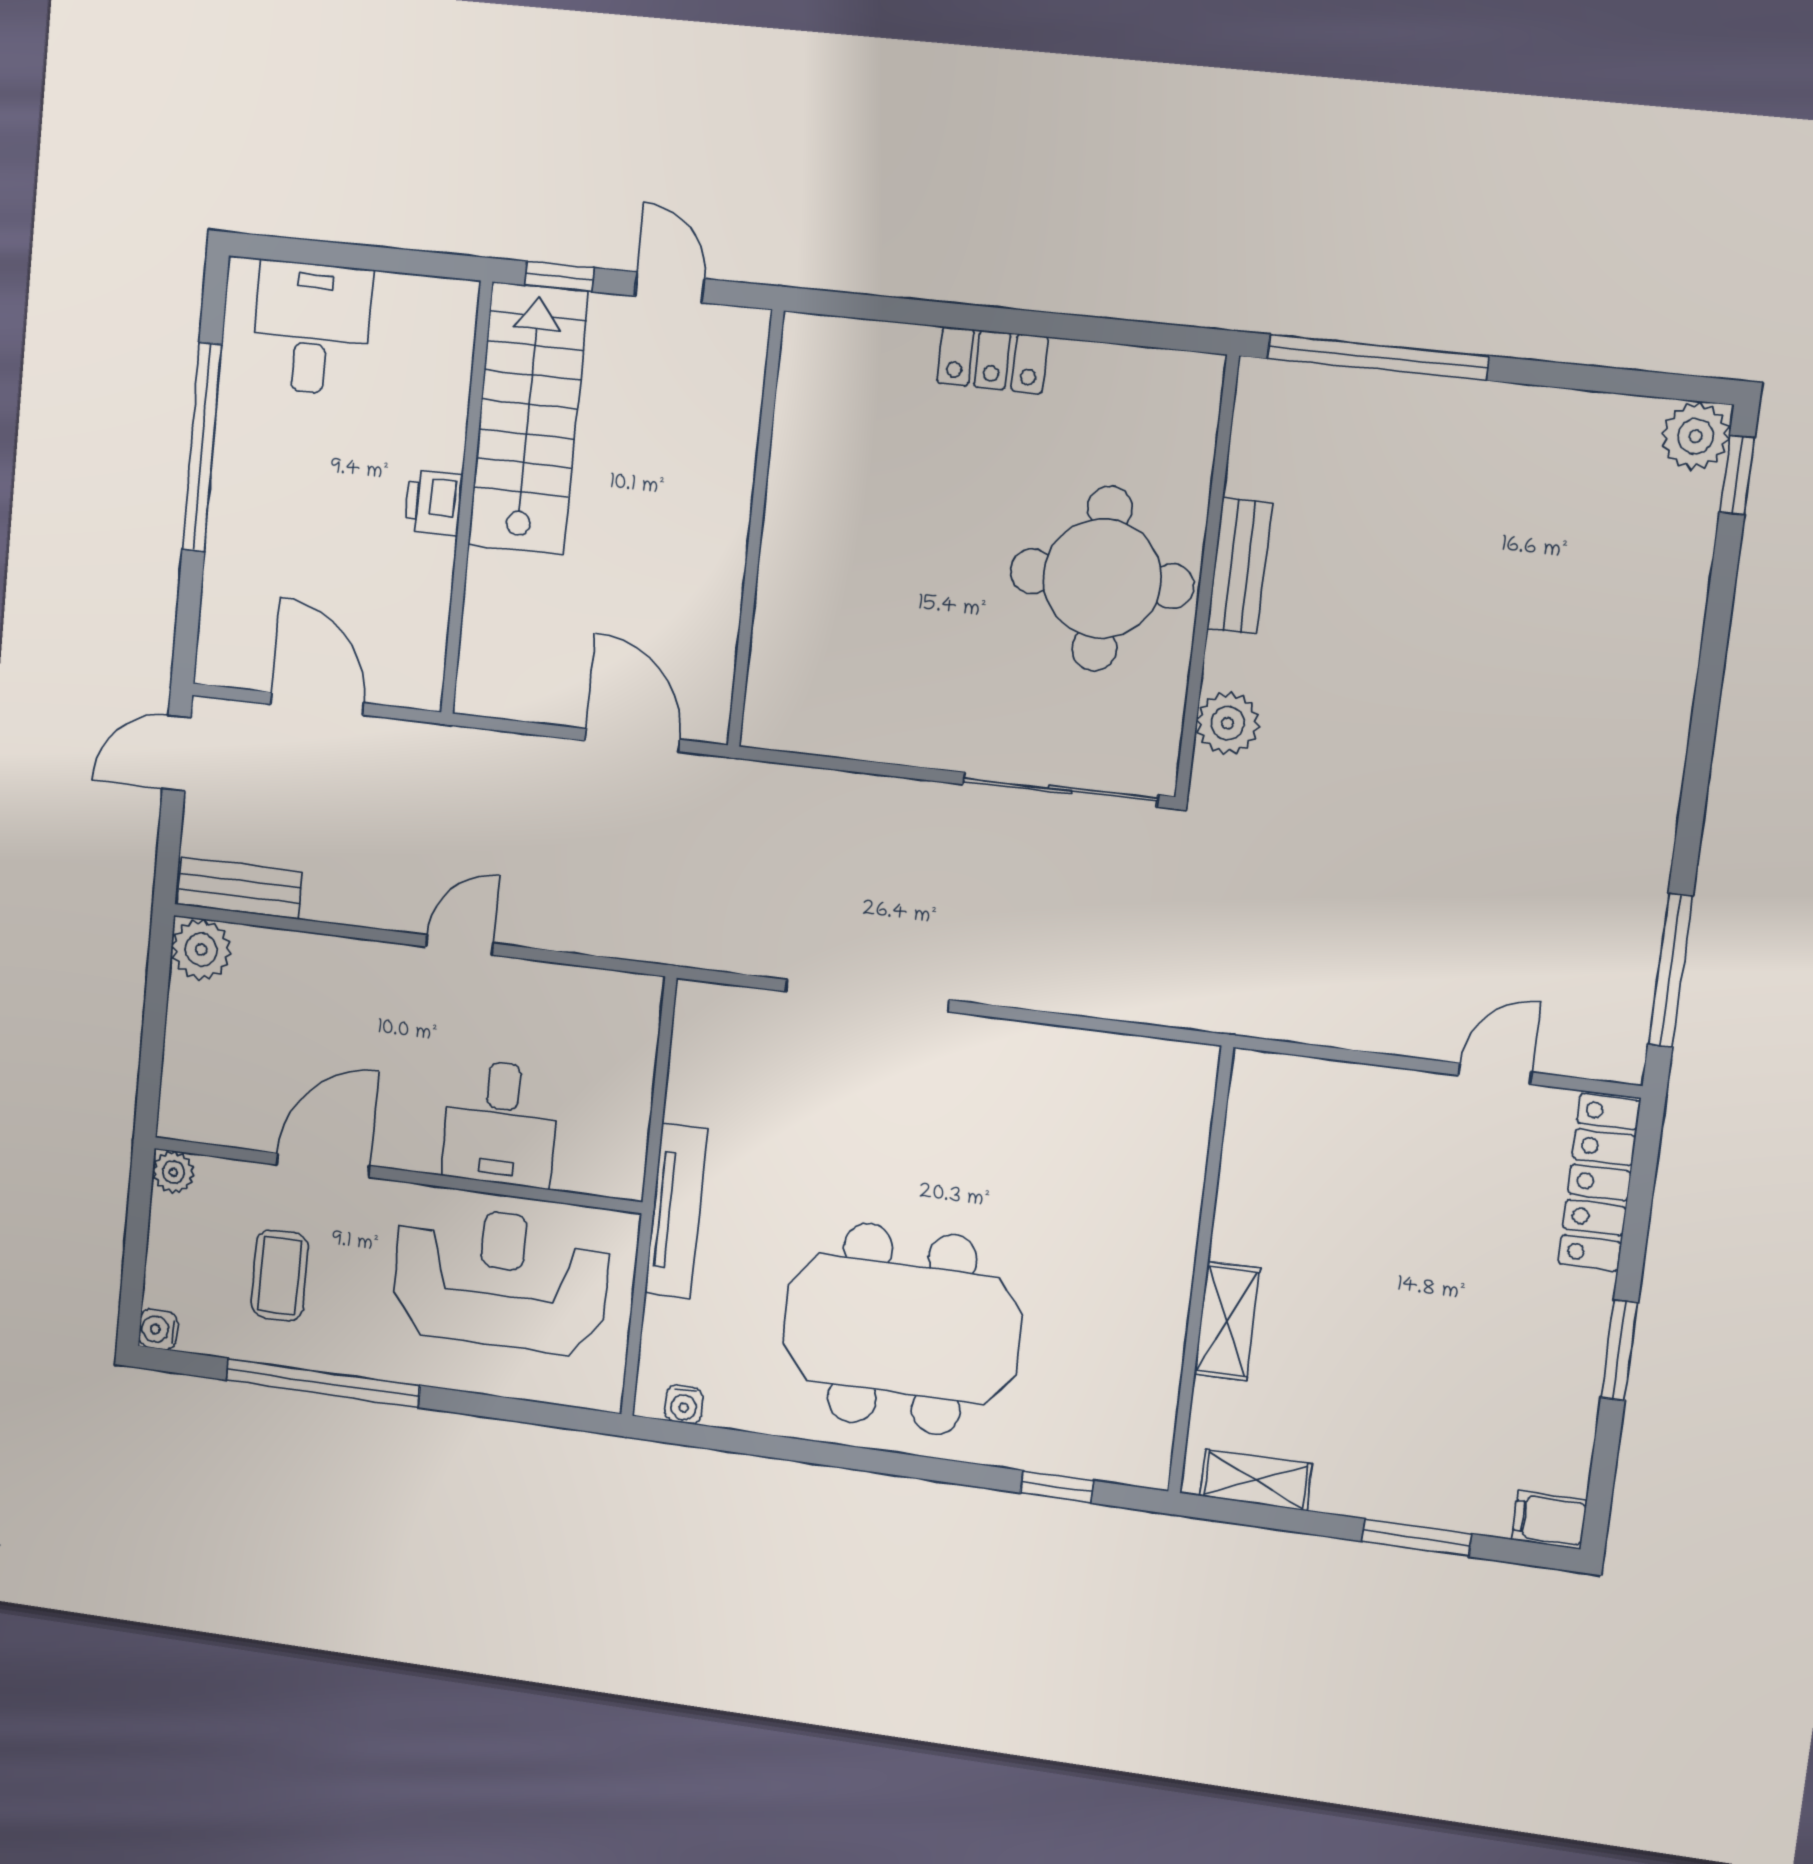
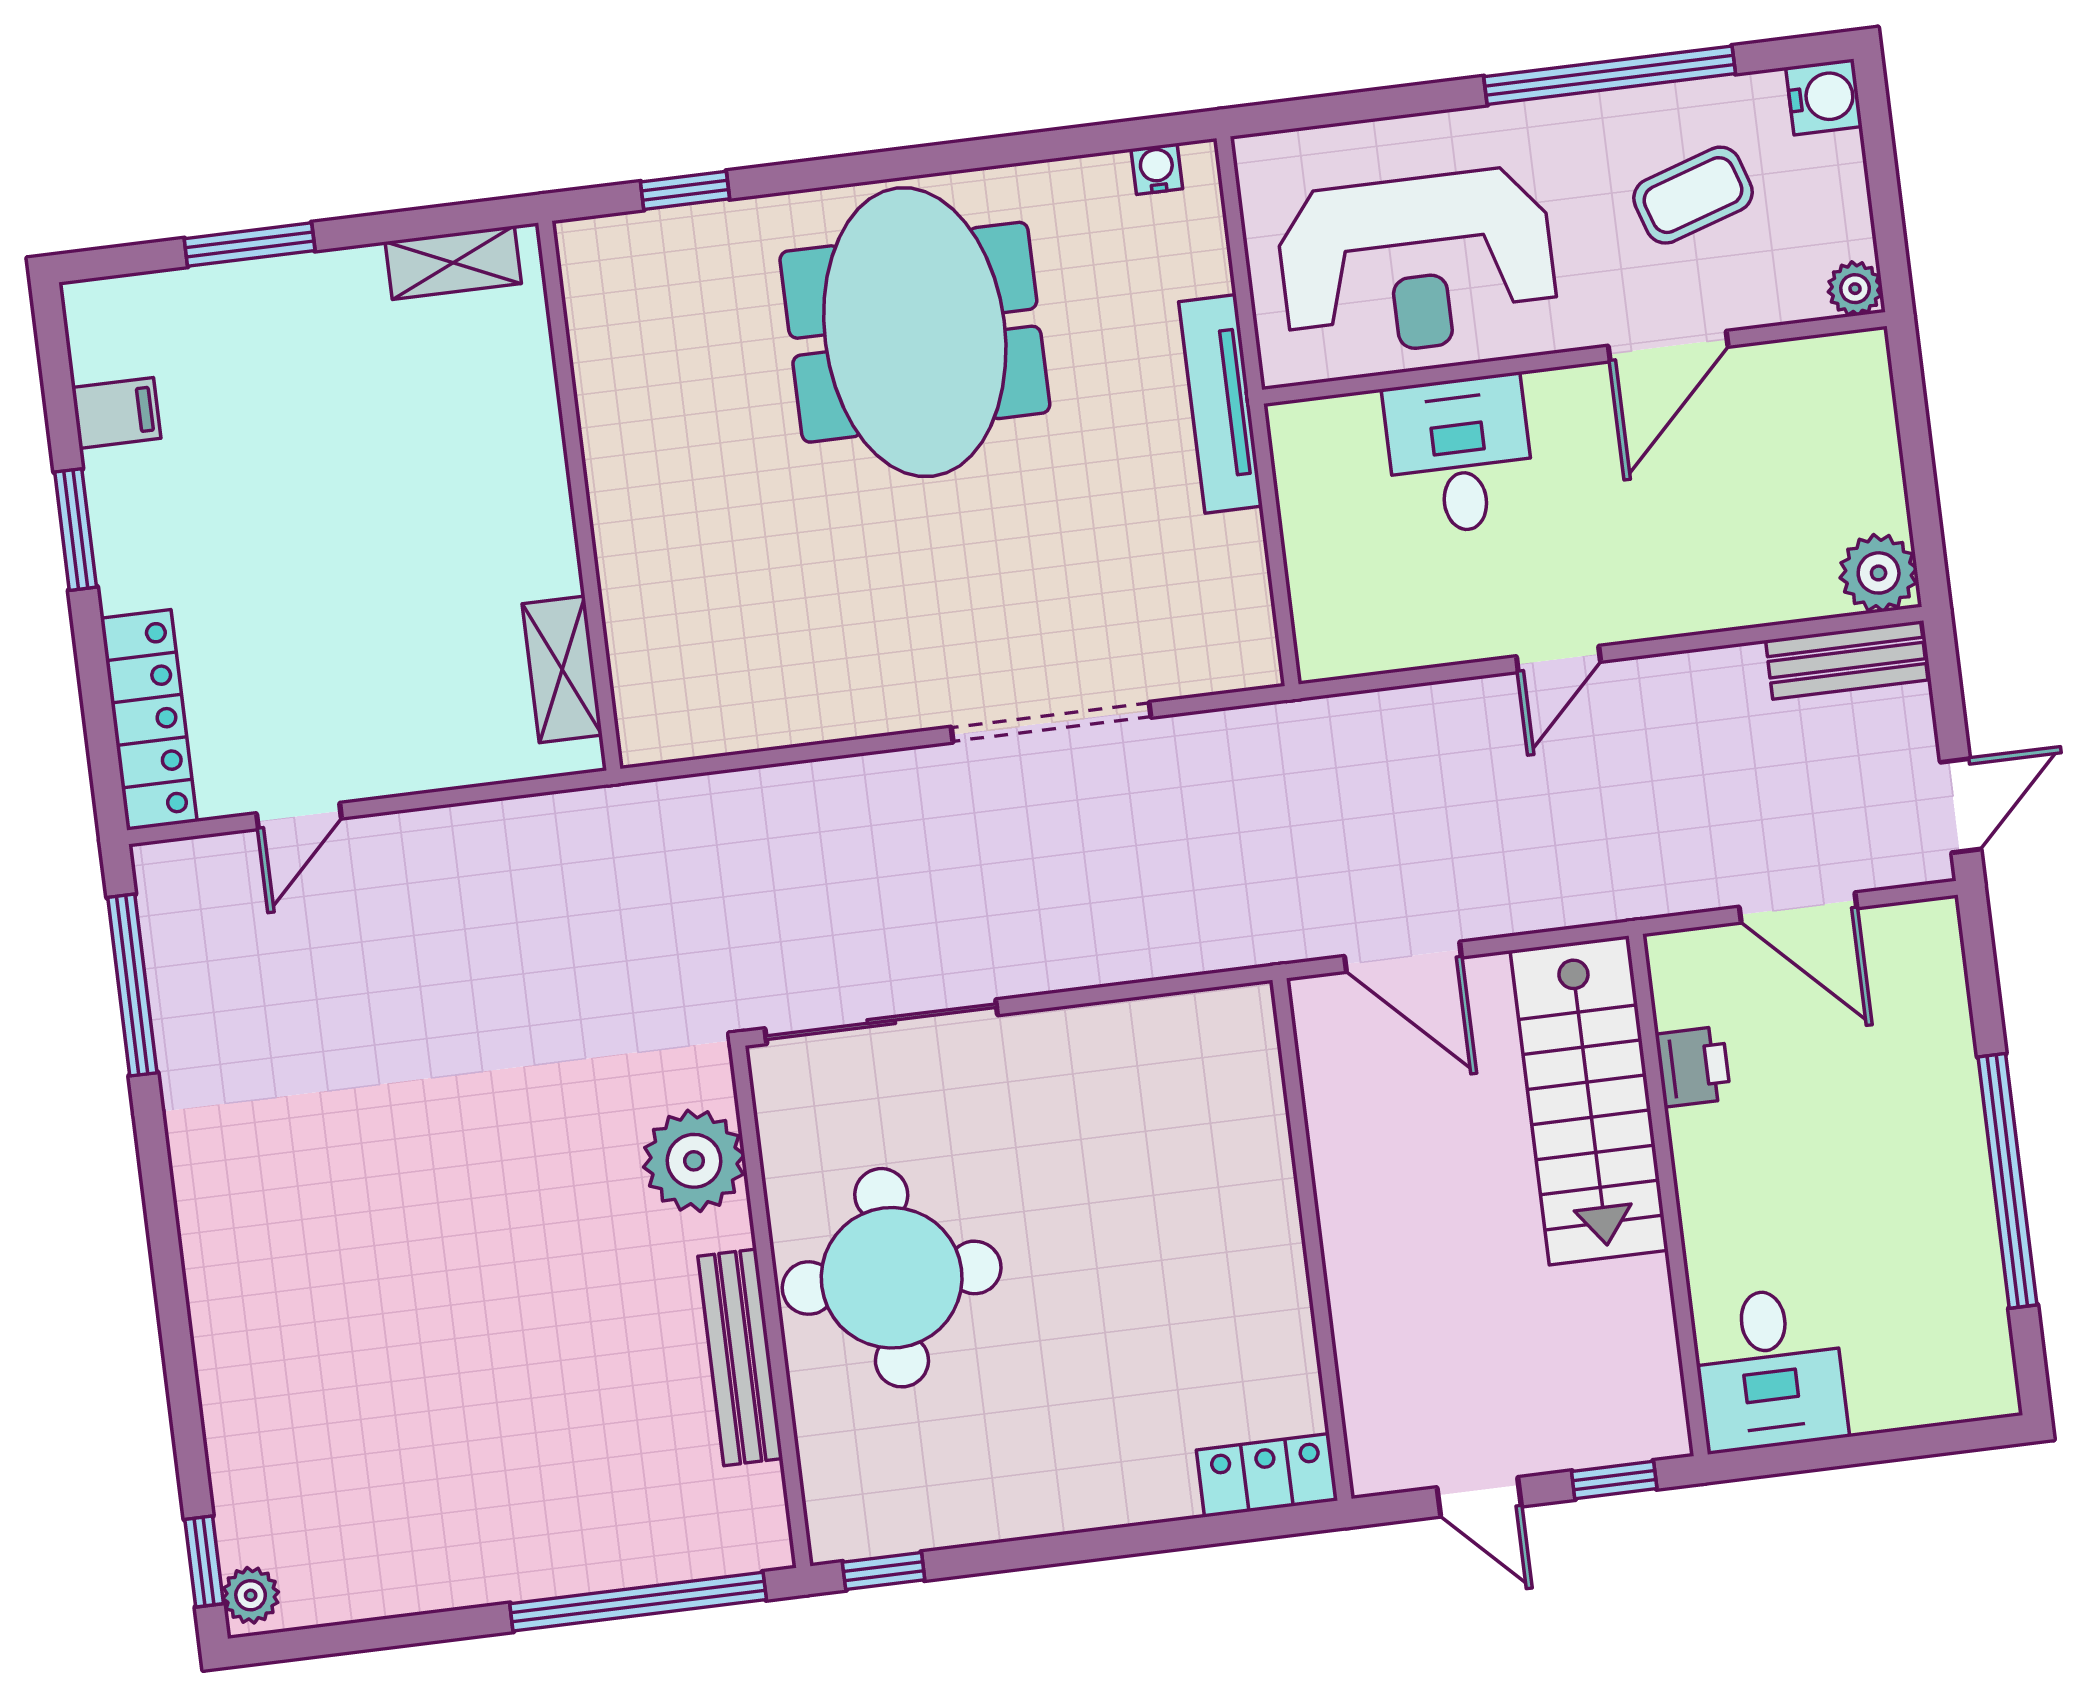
desk: (312, 328) -> (1769, 1369), moved
window: (1167, 336) -> (884, 1571), added
locker: (993, 360) -> (1267, 1475), moved
stairs: (528, 418) -> (1589, 1100), moved
plant: (1696, 436) -> (251, 1595), width x0.73, depth x0.73
printer: (434, 503) -> (1693, 1067), moved
bench: (1239, 566) -> (740, 1357), width x1.36
plant: (1228, 723) -> (694, 1161), width x1.36, depth x1.36
coffee table: (280, 1275) -> (1693, 195), turned 72
shelving: (1227, 1321) -> (562, 669), moved
water cooler: (158, 1329) -> (1824, 97), width x1.38, depth x1.38
meeting table: (902, 1329) -> (915, 332), turned 90
filing cabinet: (1549, 1520) -> (116, 413), moved

